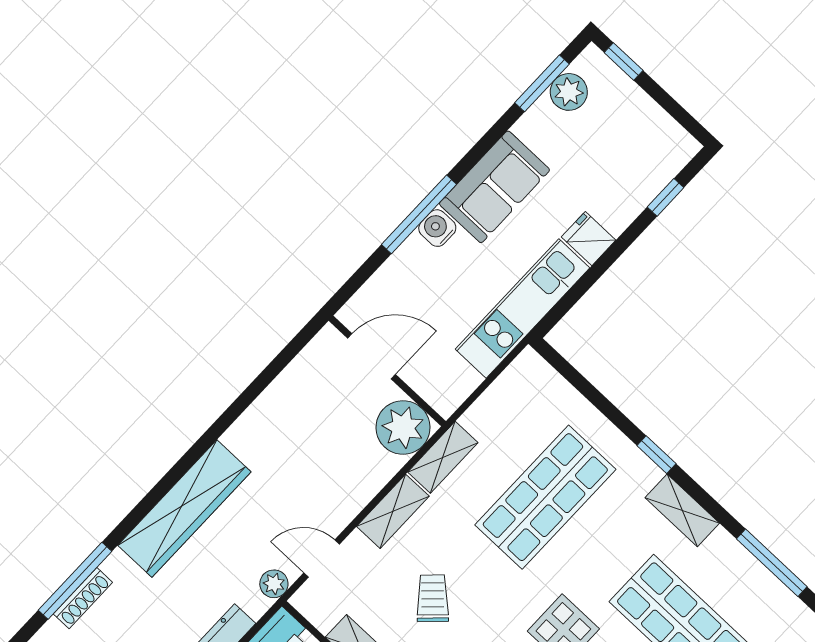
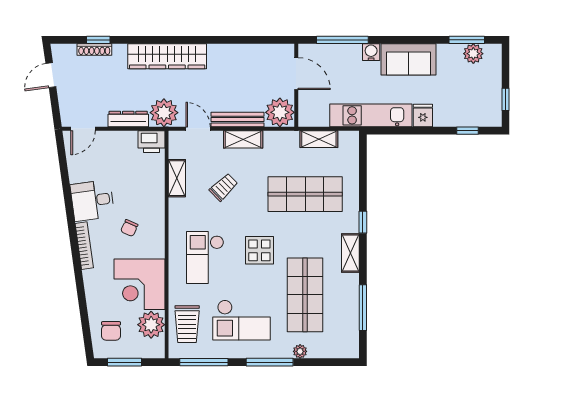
window: (624, 62) -> (505, 99), moved
window: (419, 214) -> (342, 40), moved
shelving: (443, 457) -> (319, 139), moved
bench: (359, 494) -> (238, 120), added
window: (75, 581) -> (98, 40), width x0.46
plant: (274, 584) -> (164, 113), width x1.87, depth x1.87

